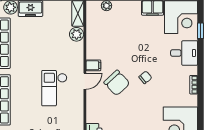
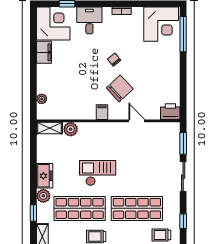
door: (85, 81) -> (137, 121), moved
checkout: (54, 88) -> (98, 173), moved, turned 180

